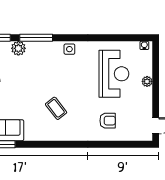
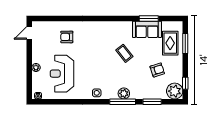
plant: (18, 48) -> (124, 93), moved
coffee table: (56, 108) -> (124, 53), moved

